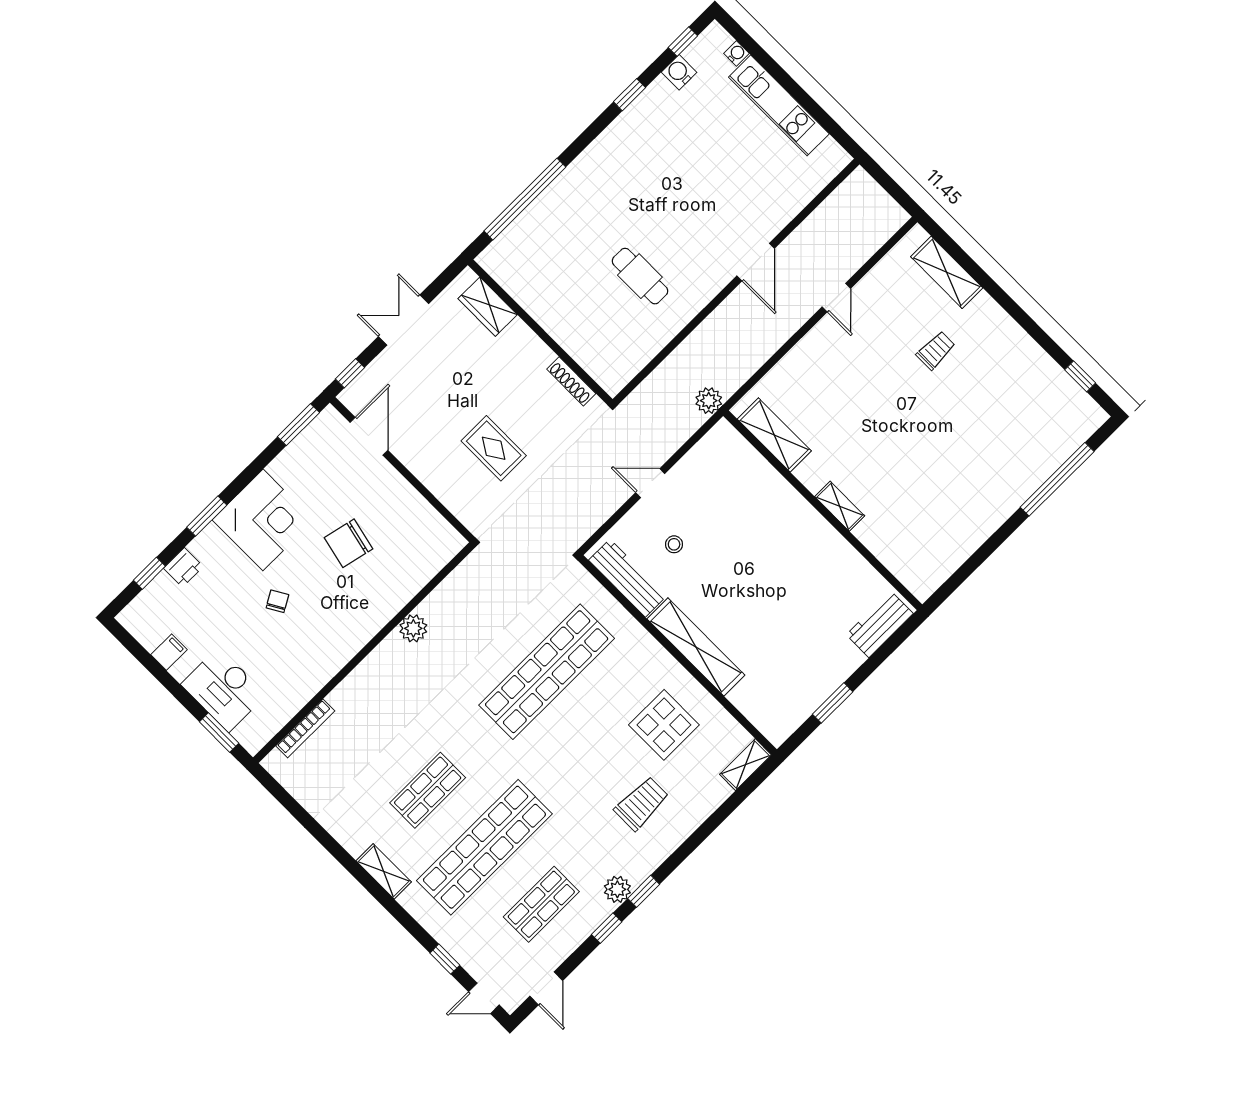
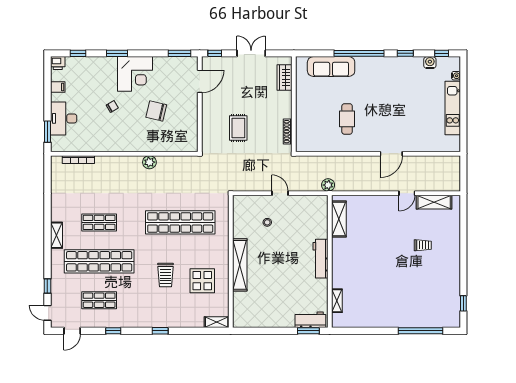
window: (525, 199) -> (359, 53), moved
sofa: (540, 222) -> (331, 67), added
shelving: (947, 272) -> (434, 202), moved, turned 90
shelving: (840, 506) -> (337, 301), moved
printer: (183, 567) -> (58, 63), moved
workbench: (628, 578) -> (321, 259), moved, turned 180
window: (833, 703) -> (308, 331), moved
trolley: (641, 804) -> (166, 275), moved, turned 90
plant: (617, 889) -> (130, 321), removed
window: (644, 891) -> (160, 331), moved

